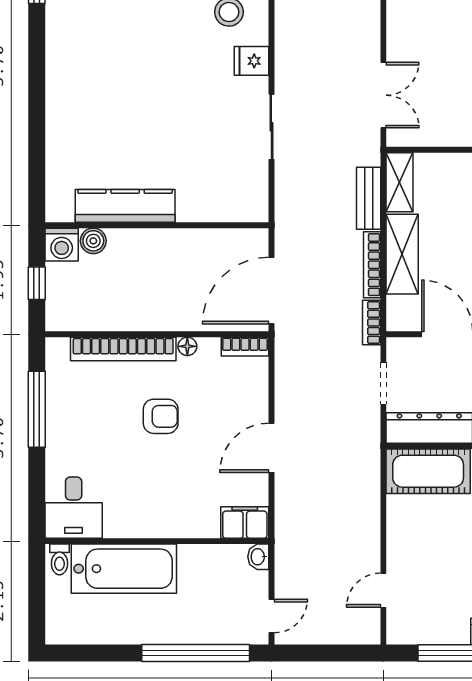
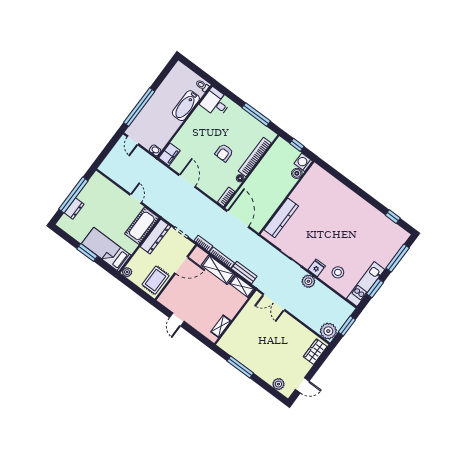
plant: (290, 58) -> (308, 281), added
kitchen counter: (125, 206) -> (281, 218), moved
bathtub: (124, 569) -> (186, 106), width x0.73, depth x0.73
door: (383, 590) -> (136, 199), moved

